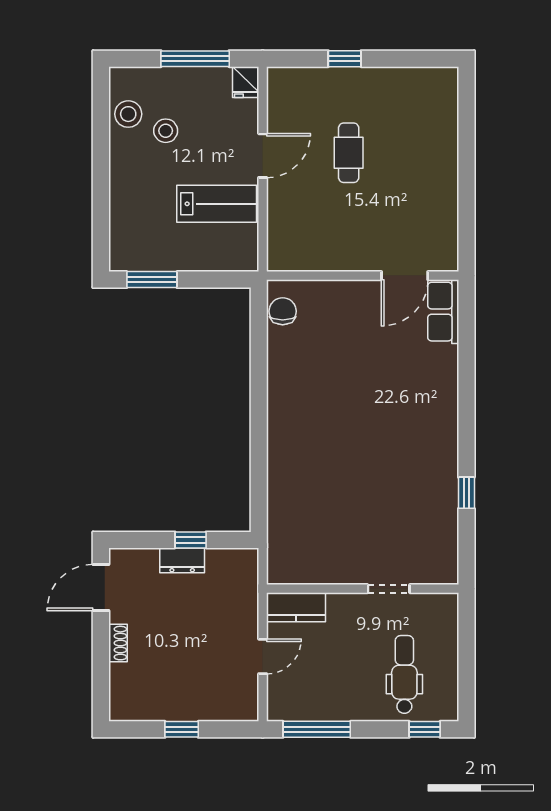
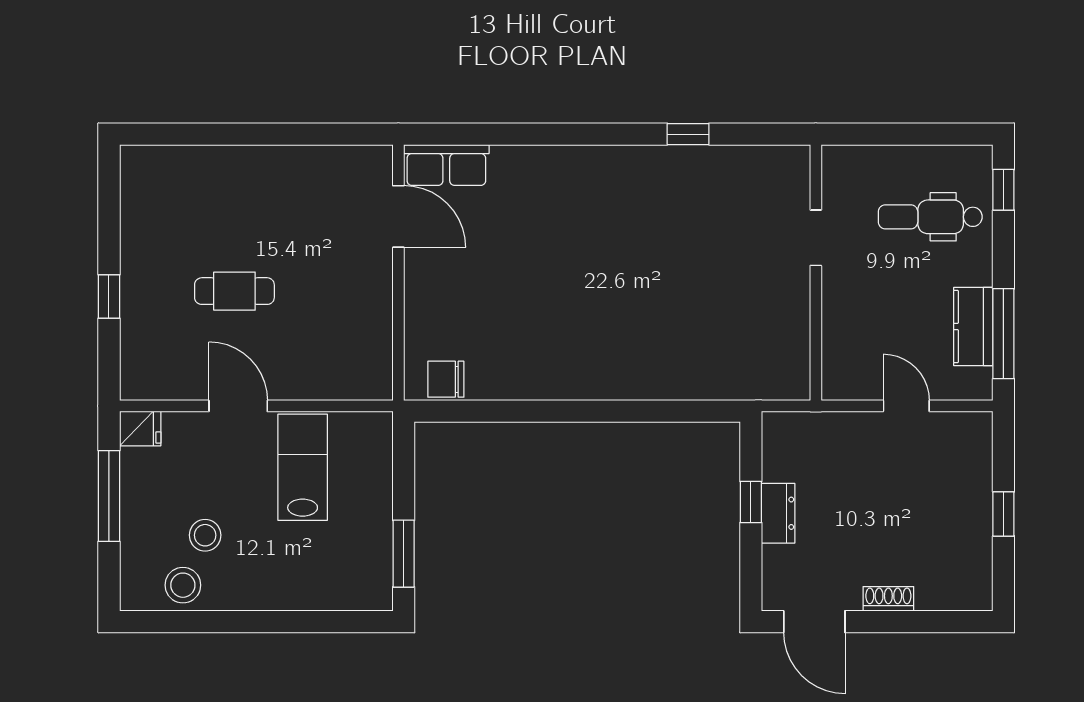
kitchen counter: (296, 607) -> (973, 326), moved, turned 180

